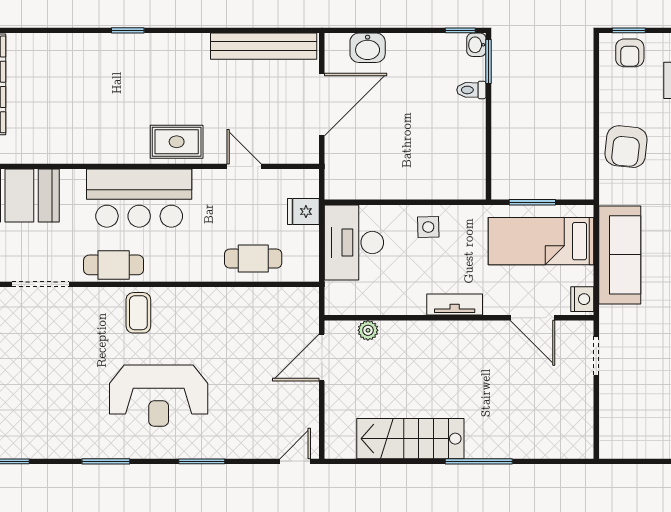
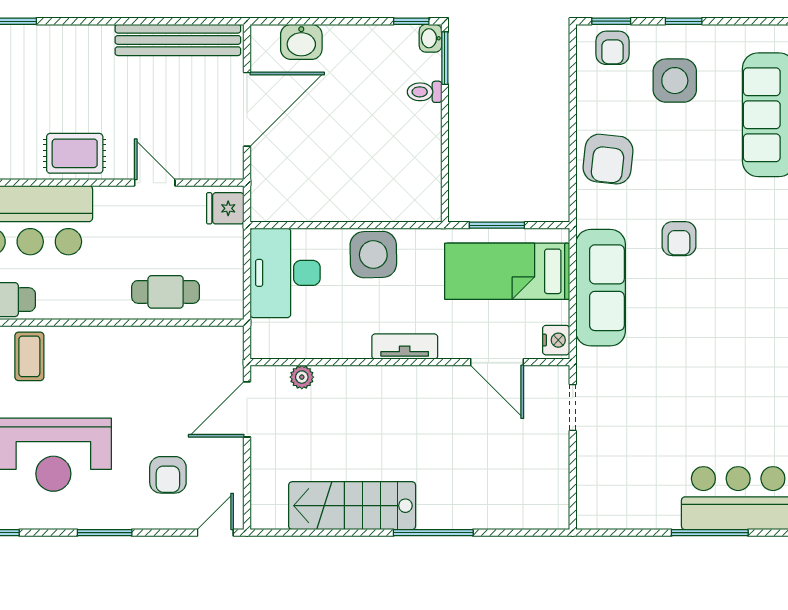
fridge: (303, 212) -> (225, 208), moved
side table: (428, 227) -> (373, 255), width x1.87, depth x1.87
armchair: (255, 413) -> (168, 475), added

